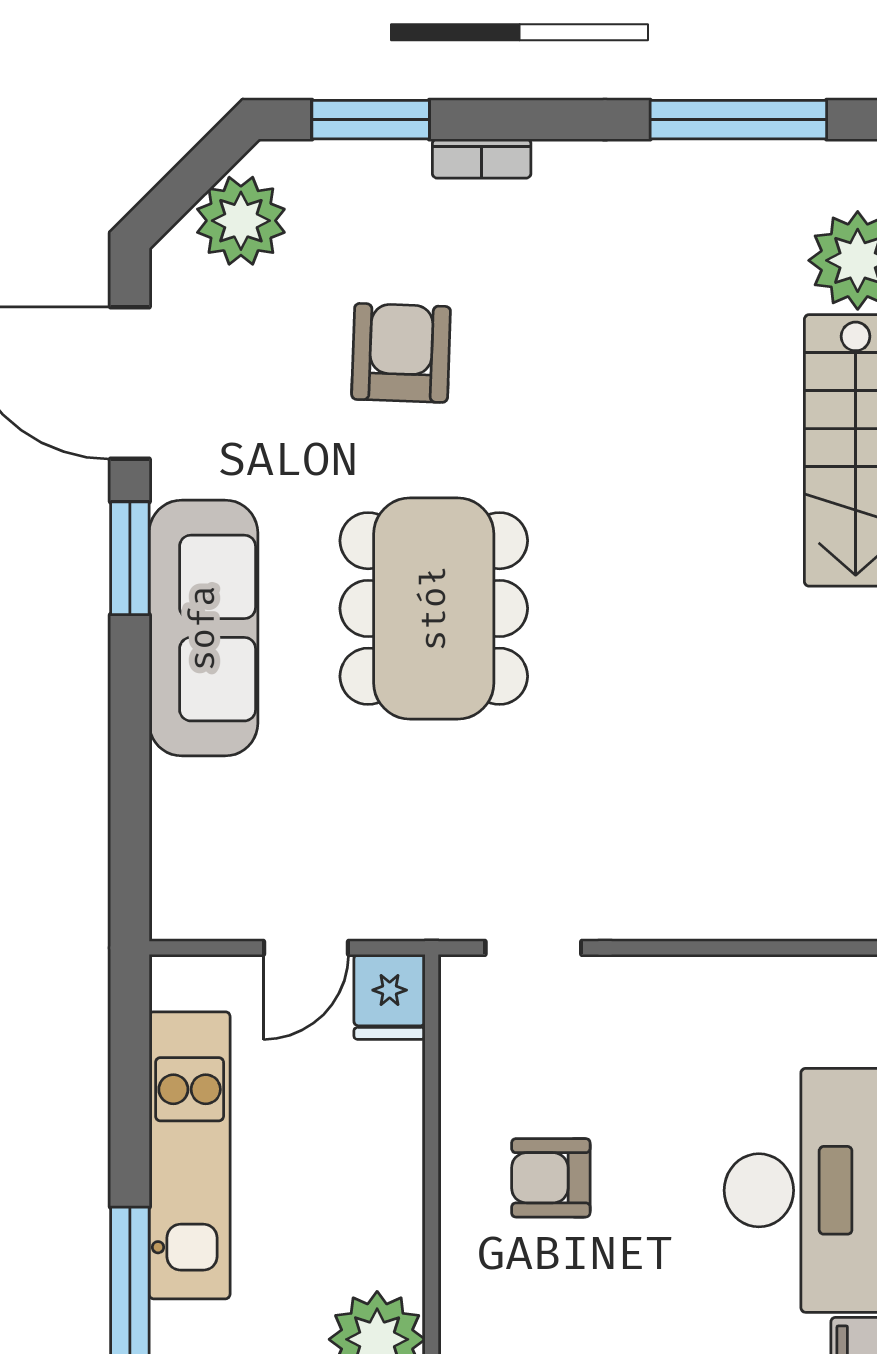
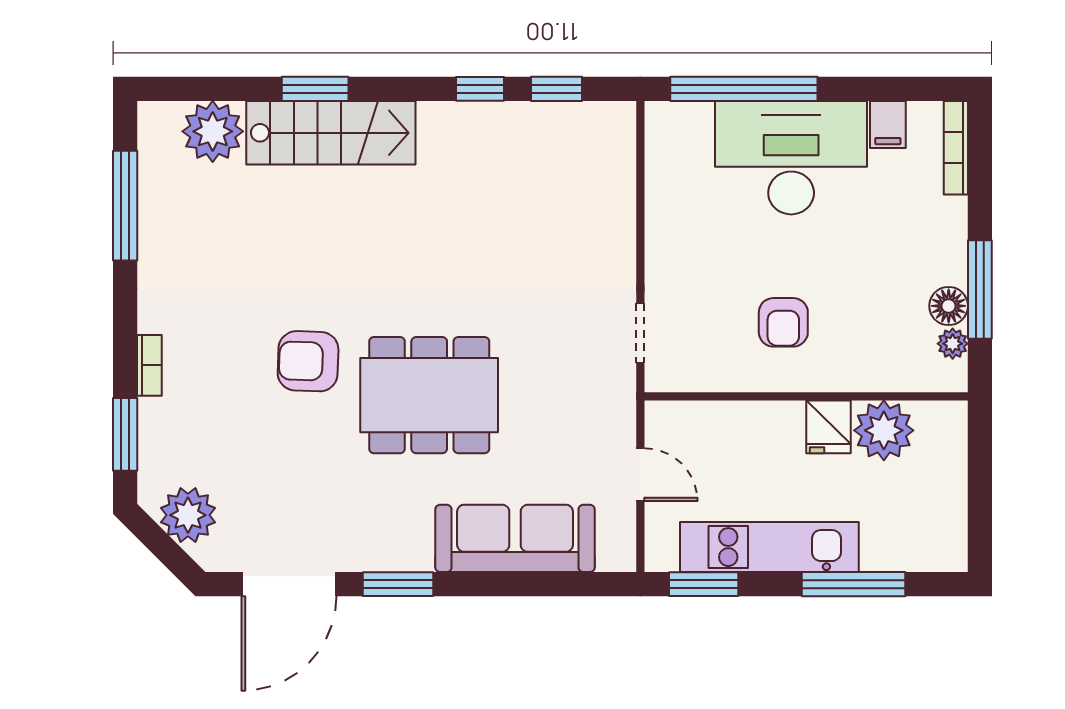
armchair: (401, 353) -> (308, 361), moved
sofa: (203, 628) -> (515, 538), moved
fridge: (390, 997) -> (828, 427), moved, turned 90
window: (130, 1050) -> (704, 584), added

